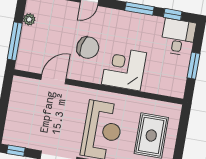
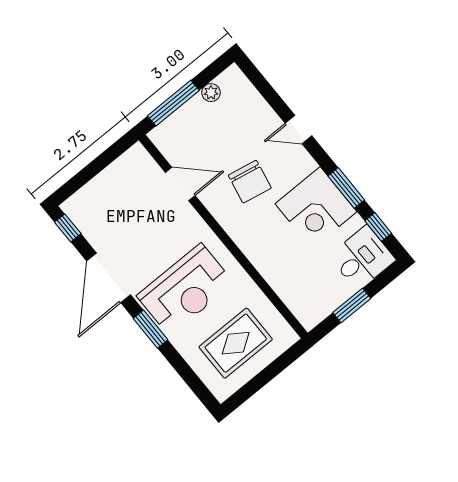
corner desk: (124, 69) -> (316, 208), moved, turned 180

